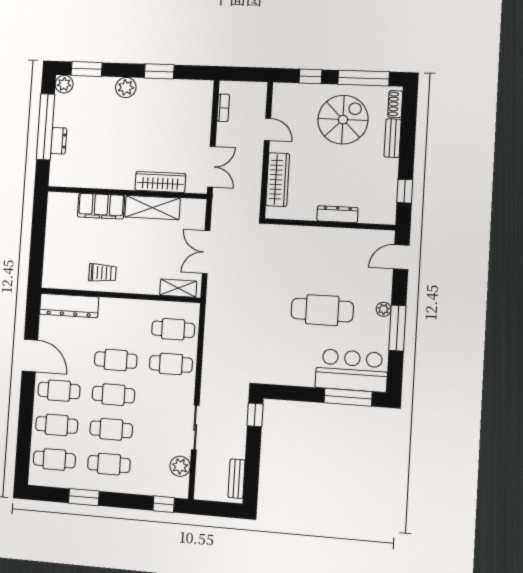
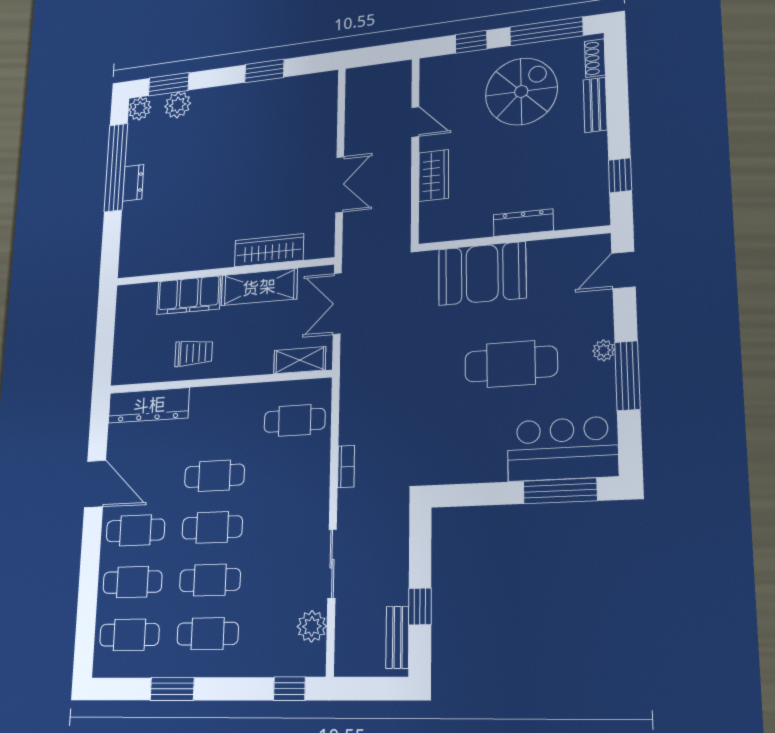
plant: (126, 87) -> (178, 105), moved
bookcase: (223, 108) -> (346, 467), moved
wardrobe: (278, 180) -> (434, 175), width x0.67
wardrobe: (160, 182) -> (269, 250), moved
wall: (127, 193) -> (223, 272), moved
filing cabinet: (101, 206) -> (189, 295), moved
shelving: (152, 208) -> (259, 287), moved
booth: (307, 246) -> (482, 274), added
cafe table: (171, 364) -> (293, 472), removed
window: (255, 415) -> (420, 607), moved

